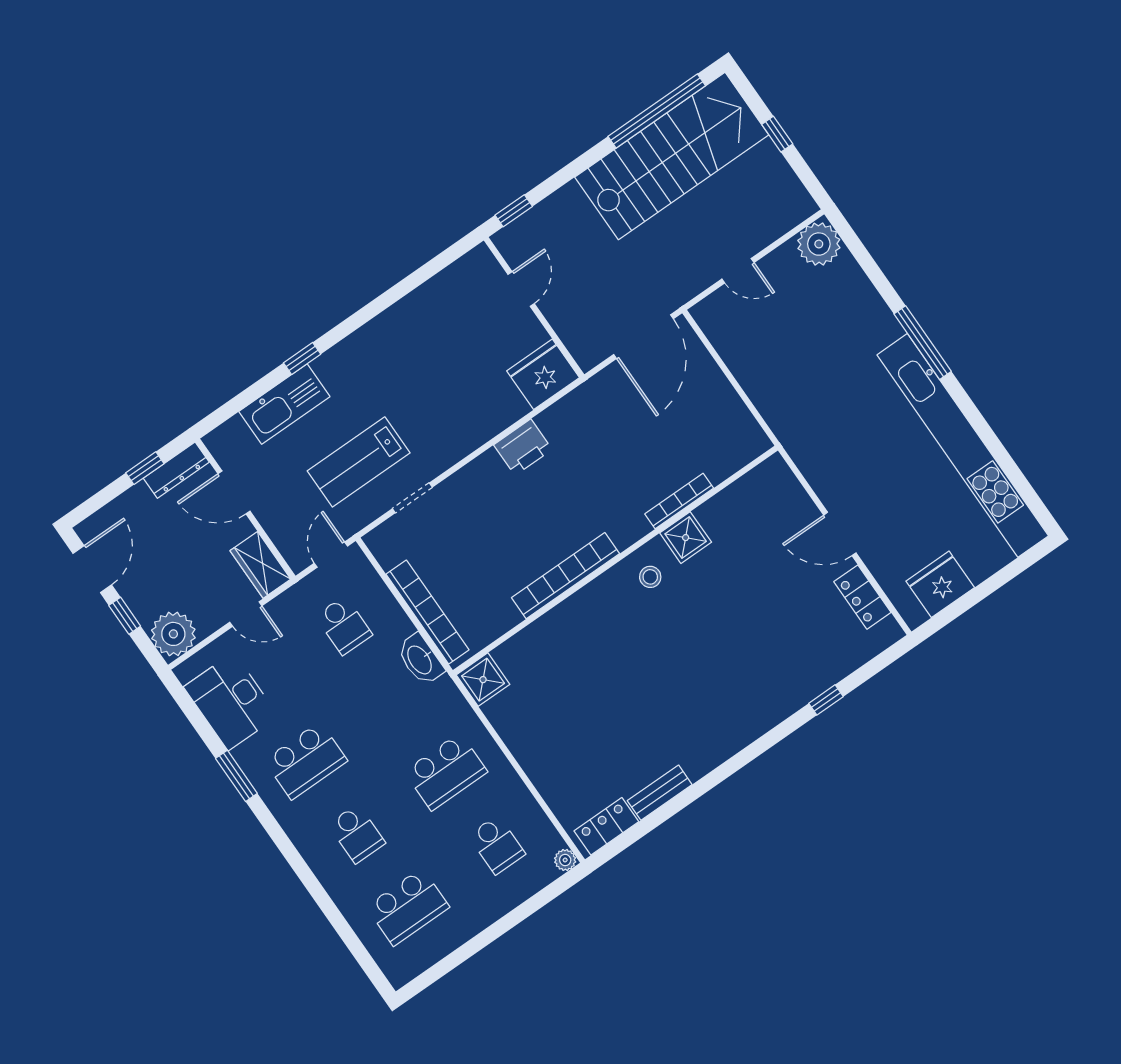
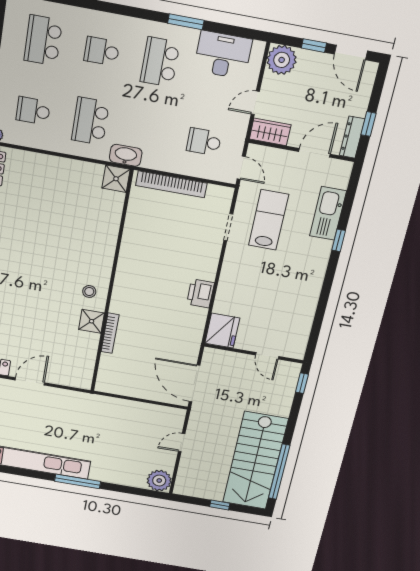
bookcase: (566, 576) -> (126, 258), removed
washbasin: (420, 659) -> (126, 155), moved

